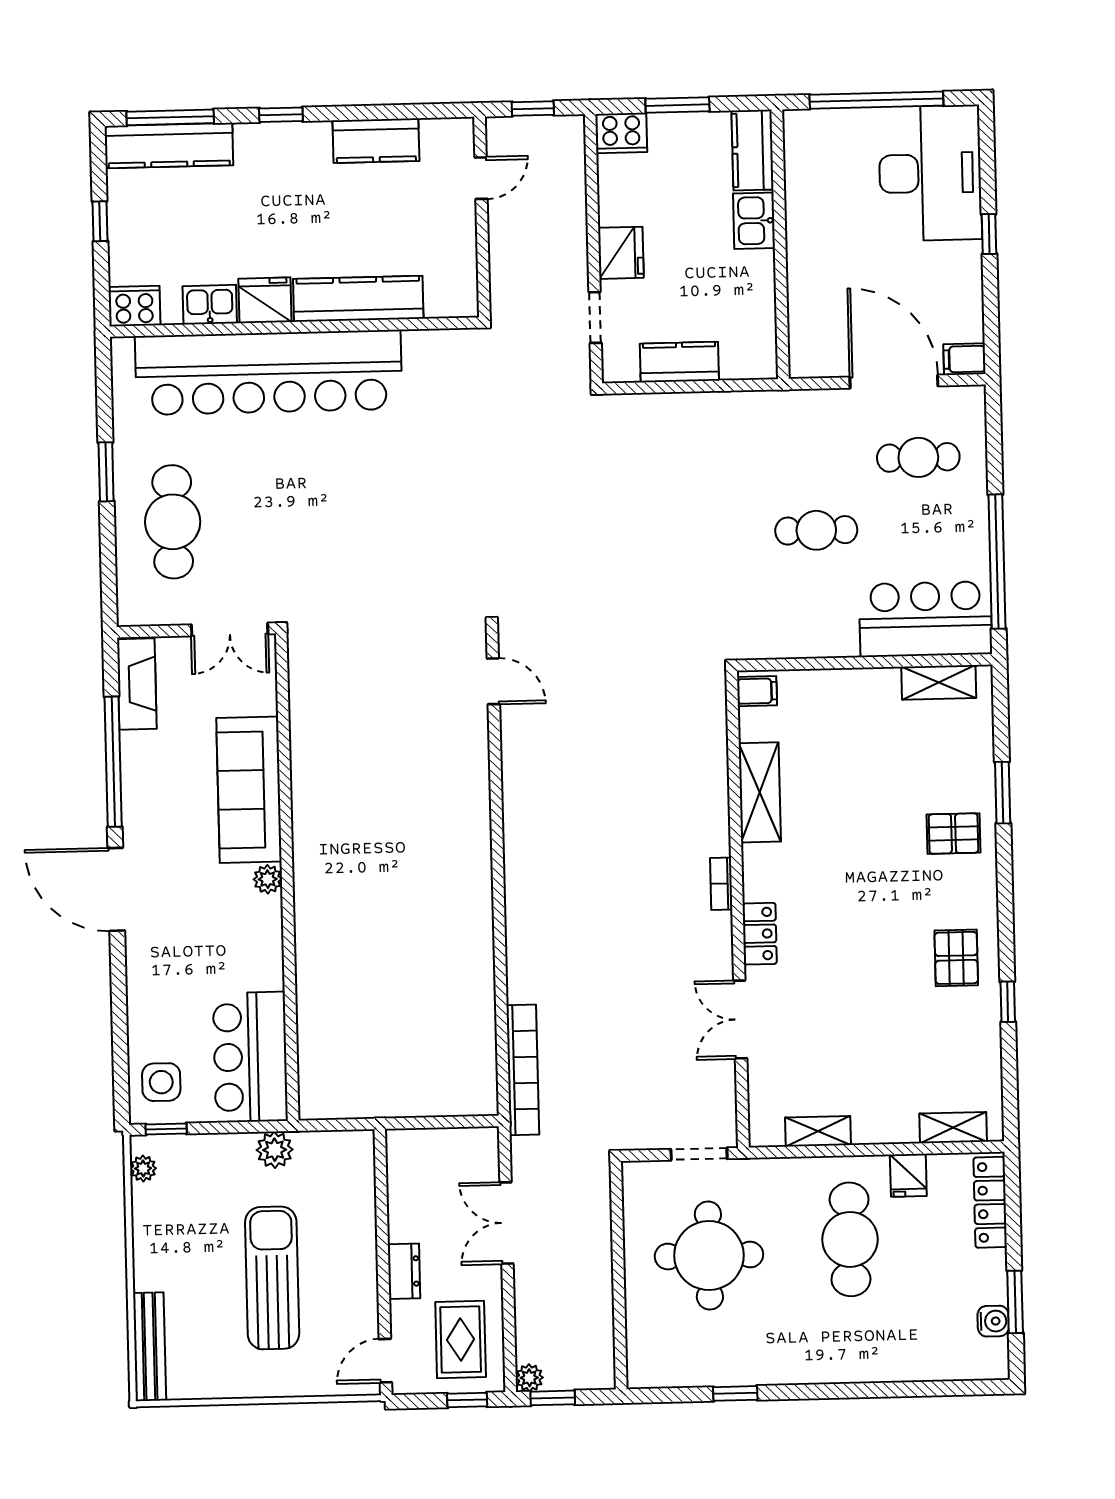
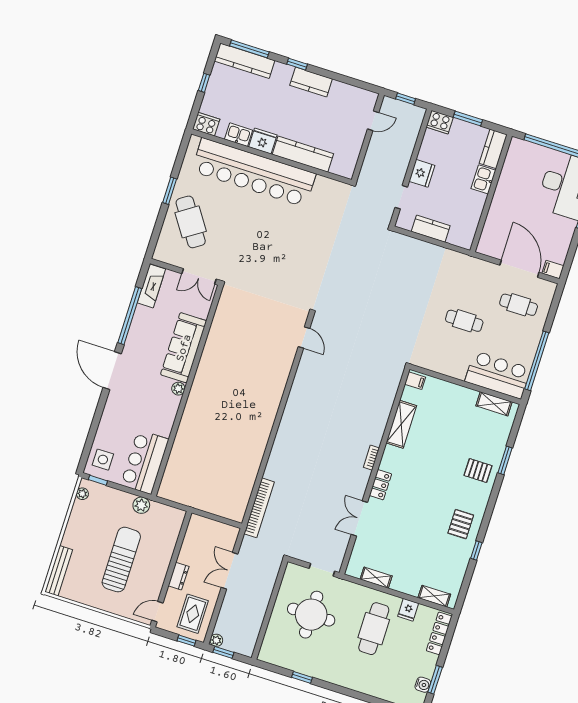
kitchen counter: (376, 141) -> (311, 82), moved
cafe table: (173, 522) -> (191, 222), turned -34

